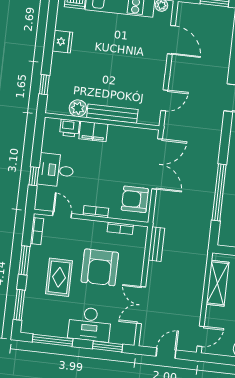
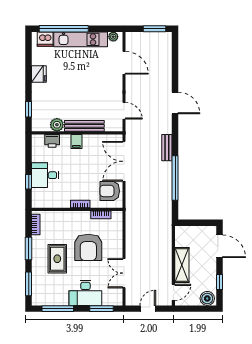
door: (164, 100) -> (124, 111), hinge flipped
filing cabinet: (93, 131) -> (76, 142), width x0.50
double door: (157, 164) -> (124, 161), swing flipped
door: (62, 215) -> (54, 209), removed
bench: (156, 244) -> (167, 148), moved
shelving: (218, 283) -> (182, 265), moved

